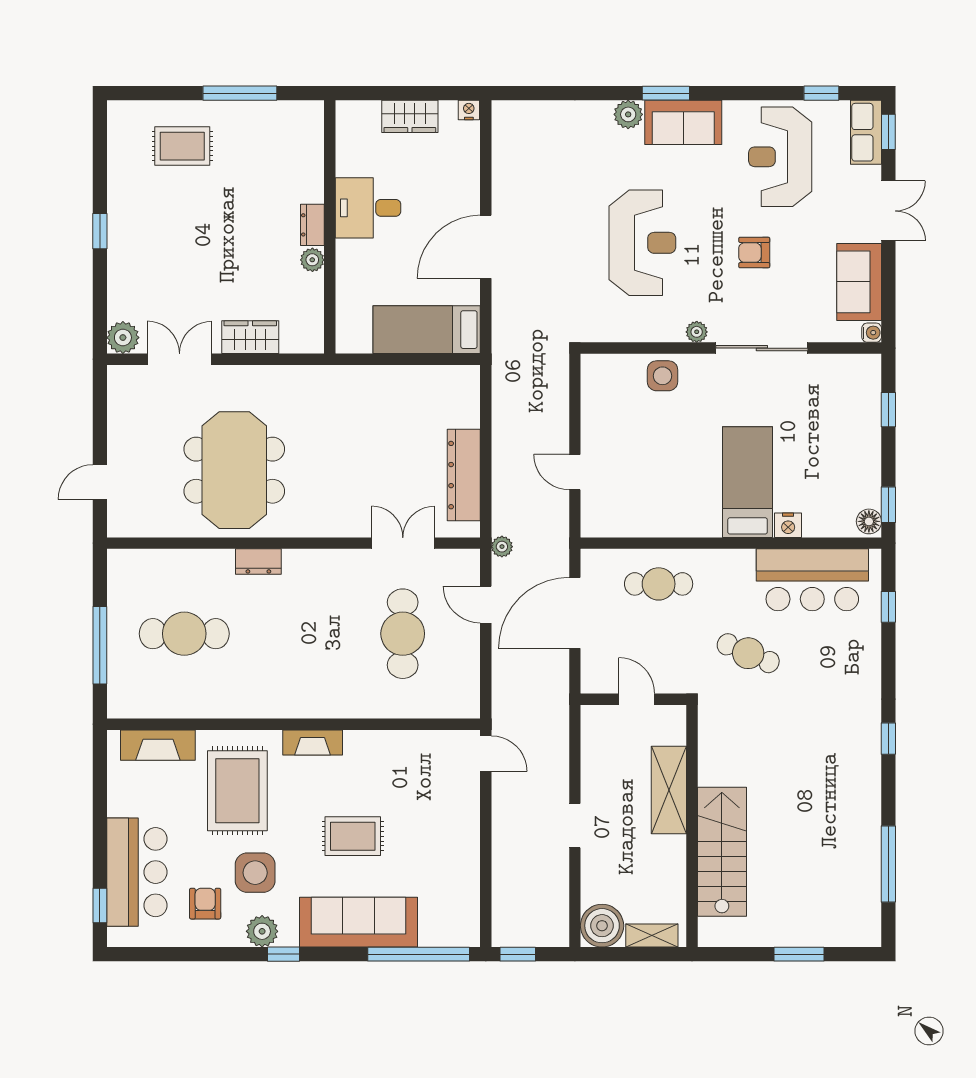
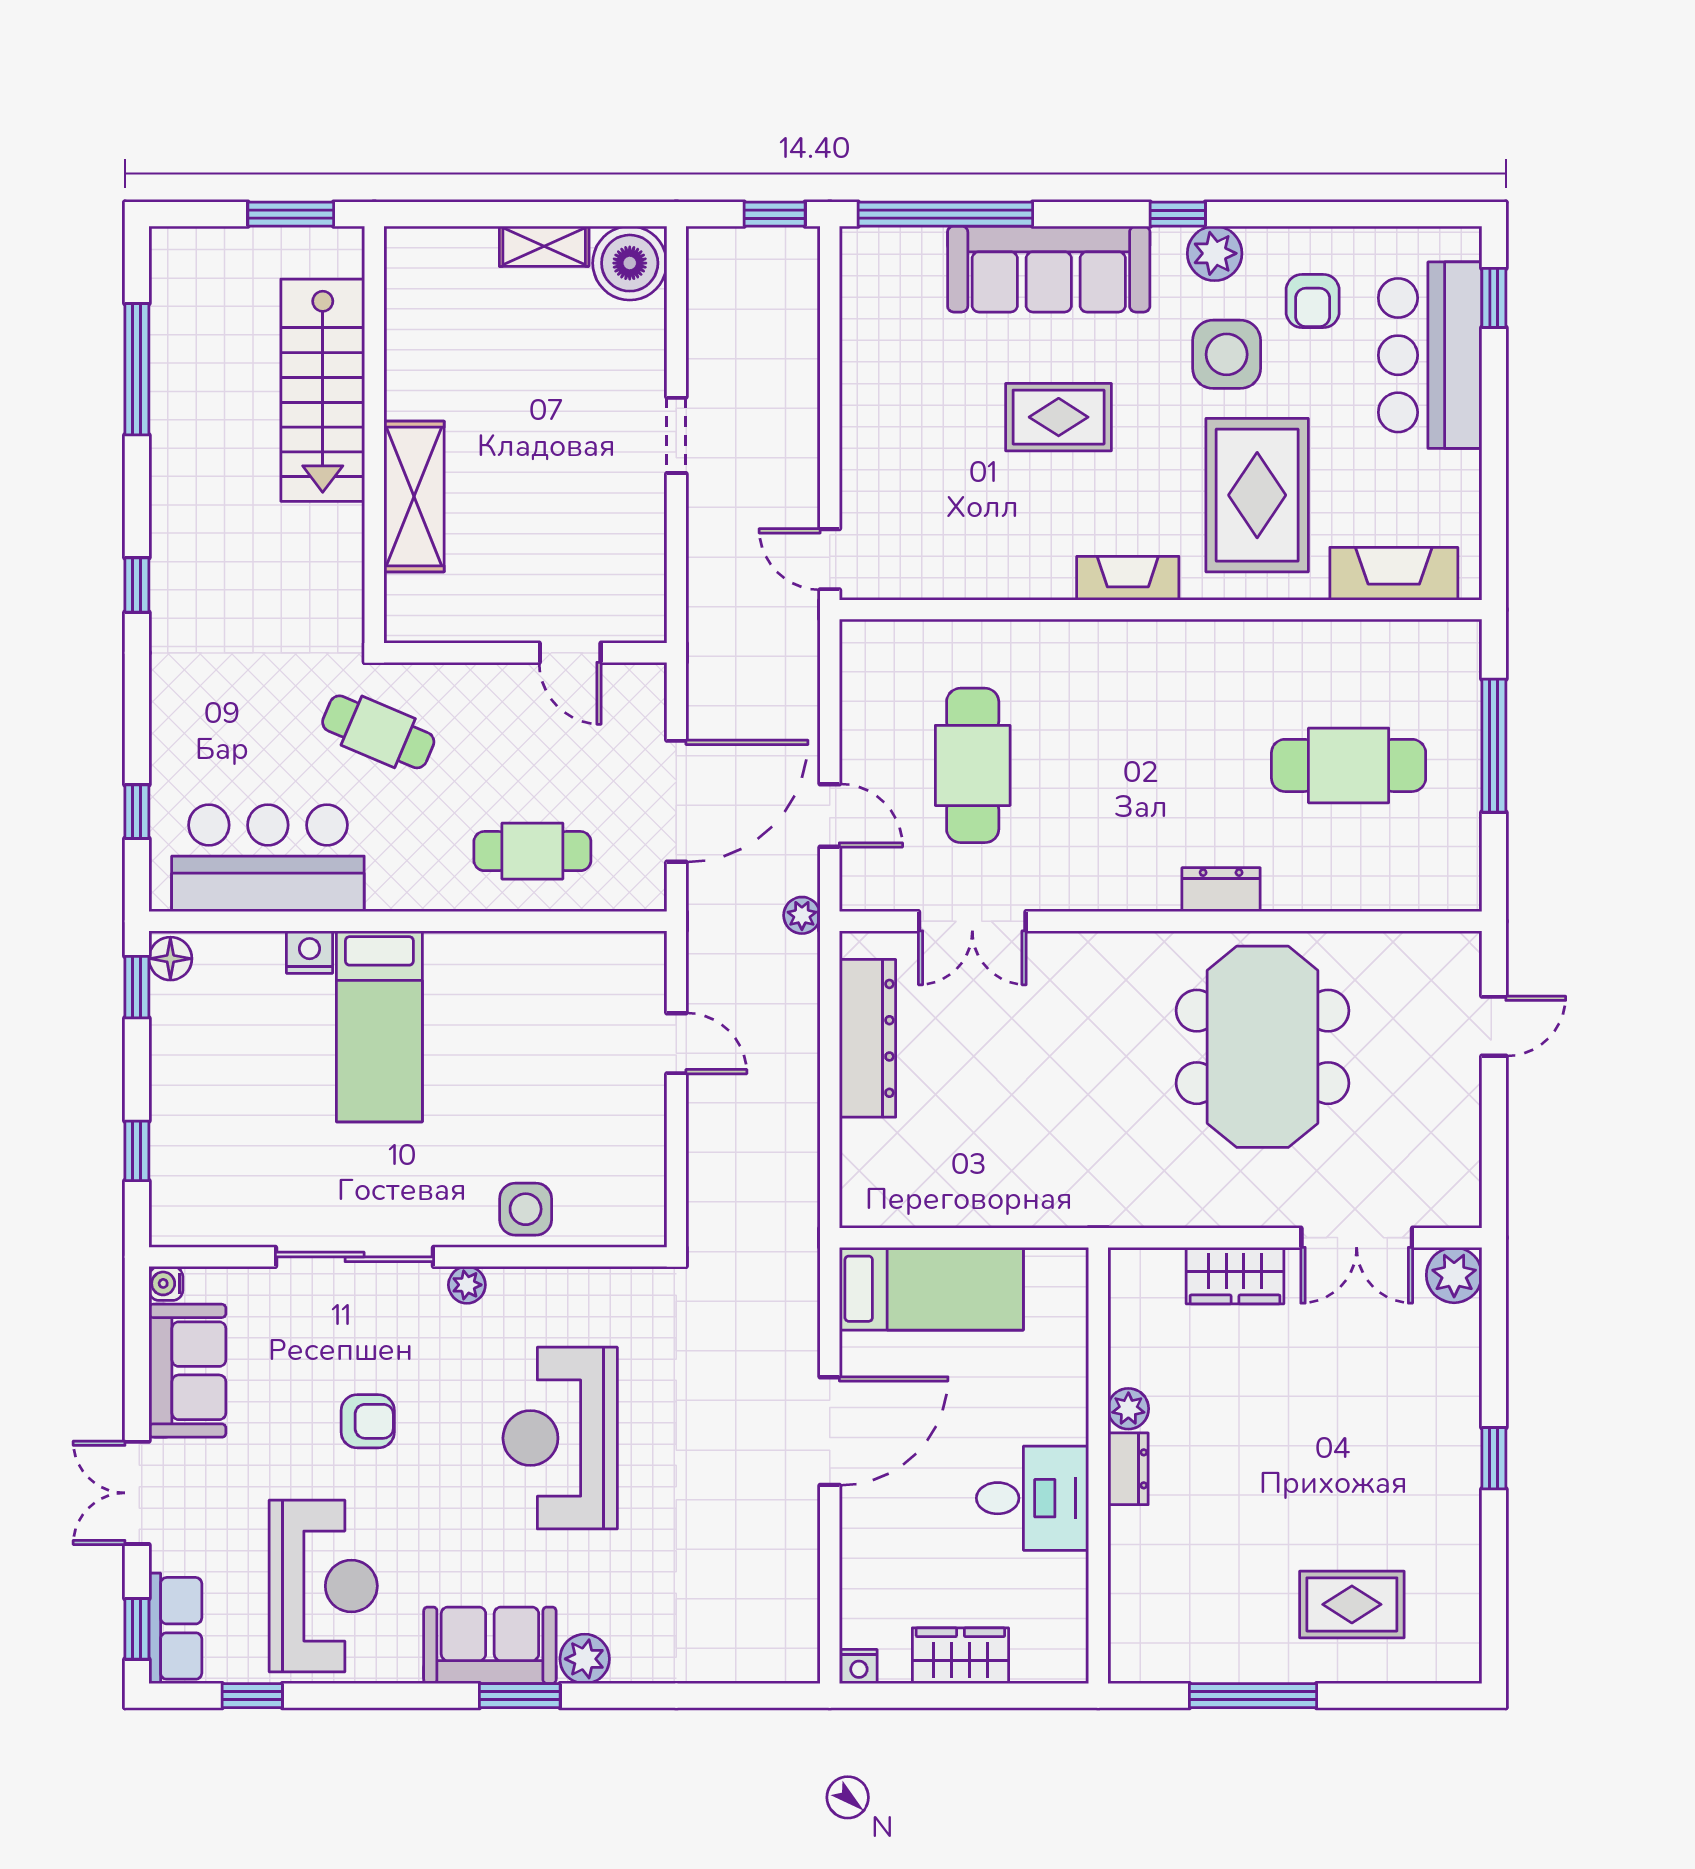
shelving: (669, 790) -> (414, 496), moved
wall: (692, 826) -> (374, 435), moved
stairs: (722, 852) -> (323, 390), moved

